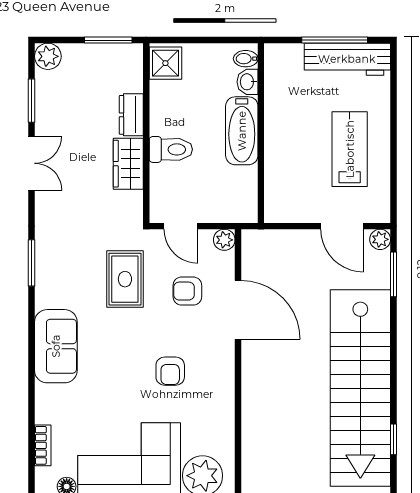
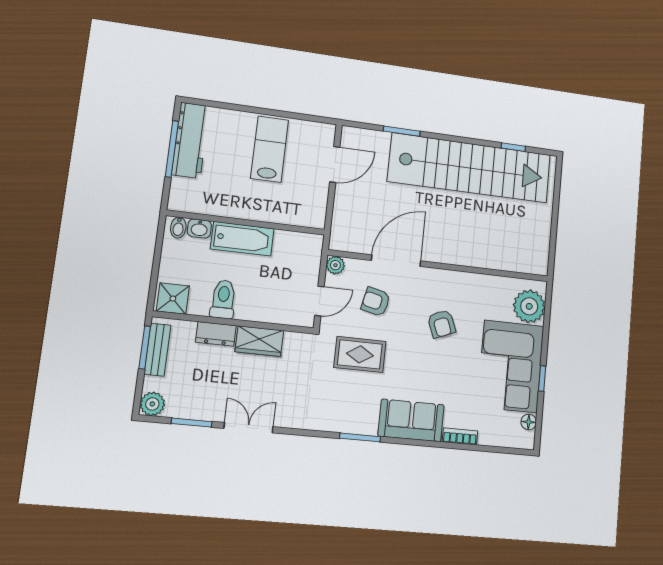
bench: (107, 54) -> (157, 350), added
toilet: (171, 149) -> (223, 299), moved
lab bench: (350, 149) -> (270, 149), turned 90
plant: (380, 239) -> (349, 135), removed
window: (32, 263) -> (360, 437), moved
window: (393, 274) -> (402, 131), moved
armchair: (187, 291) -> (376, 302), turned 103
armchair: (170, 371) -> (441, 324), turned 68
bookcase: (43, 445) -> (460, 436), moved

